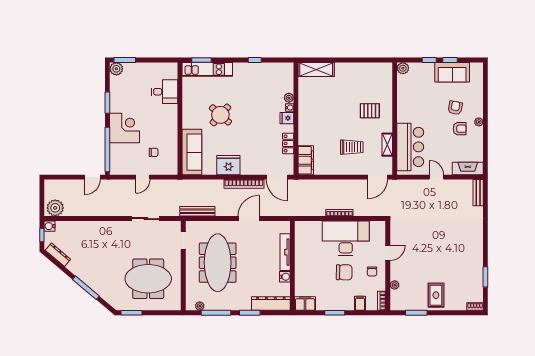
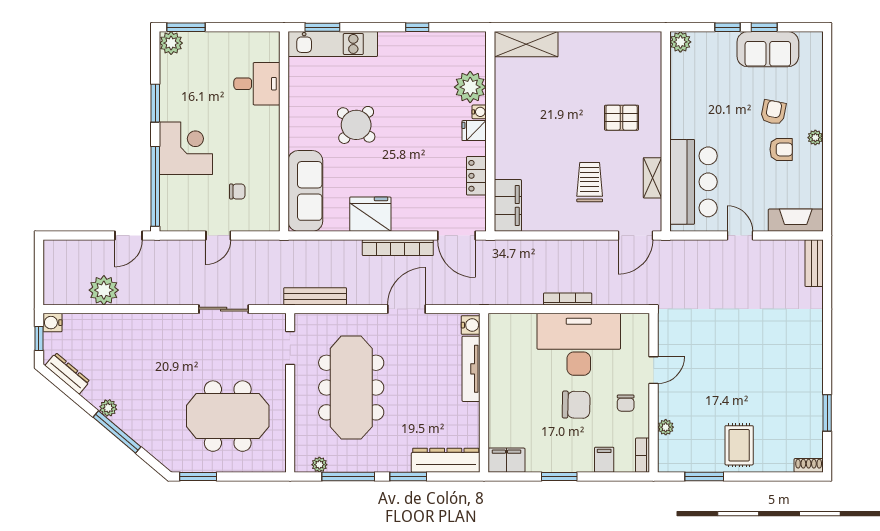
plant: (289, 98) -> (470, 87), width x1.87, depth x1.87
trolley: (352, 147) -> (590, 182), turned -90
plant: (55, 208) -> (104, 290), moved
plant: (81, 274) -> (108, 408), added
water cooler: (285, 277) -> (471, 325), moved

